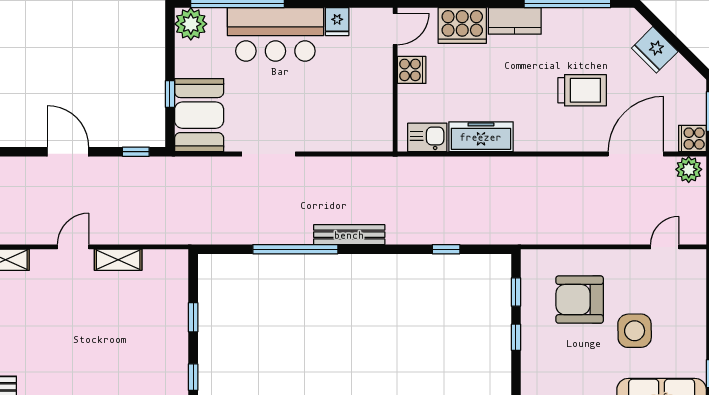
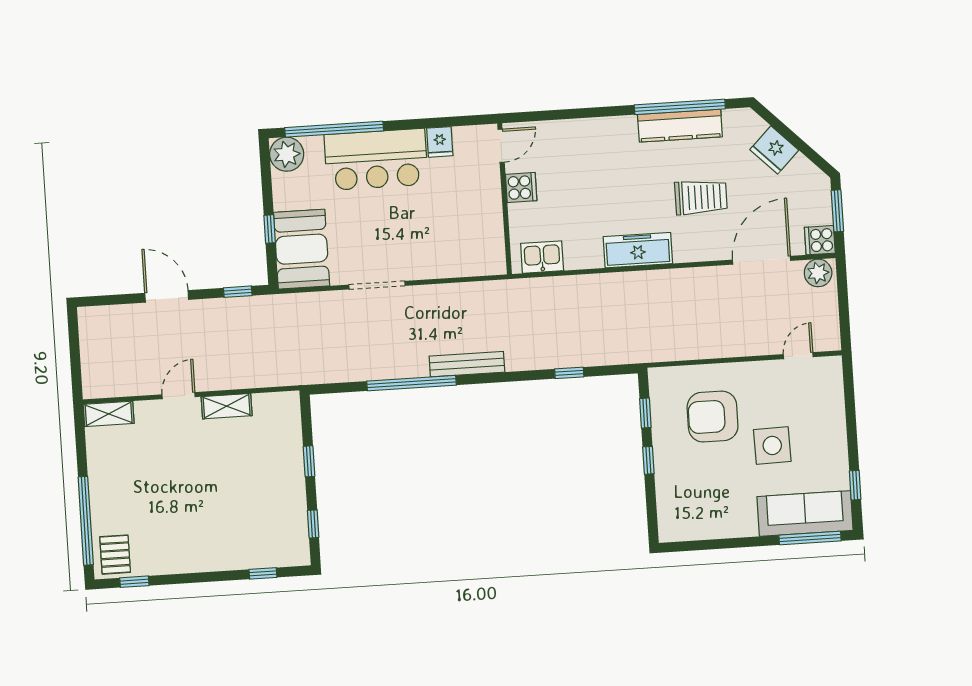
kitchen counter: (515, 21) -> (680, 126), moved, width x1.50
cooker: (462, 26) -> (571, 138), removed
freezer: (481, 137) -> (638, 250), moved

